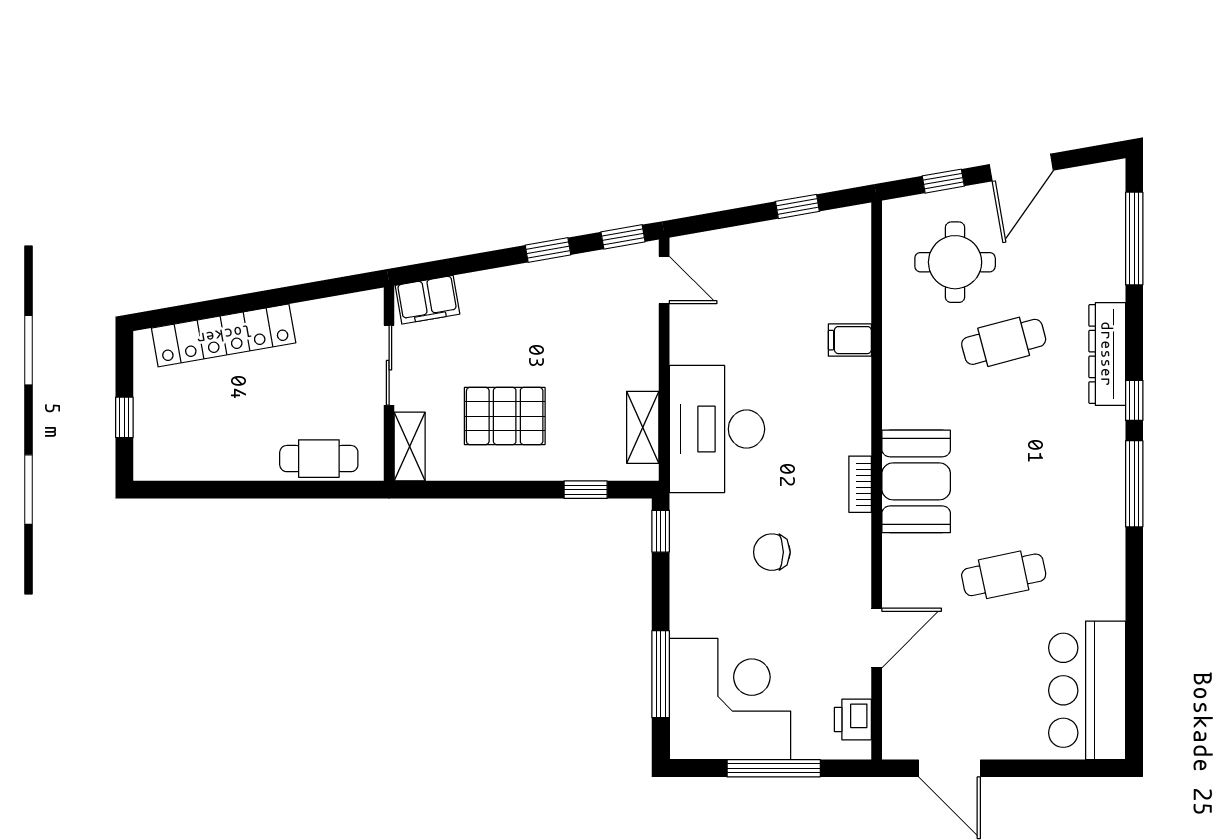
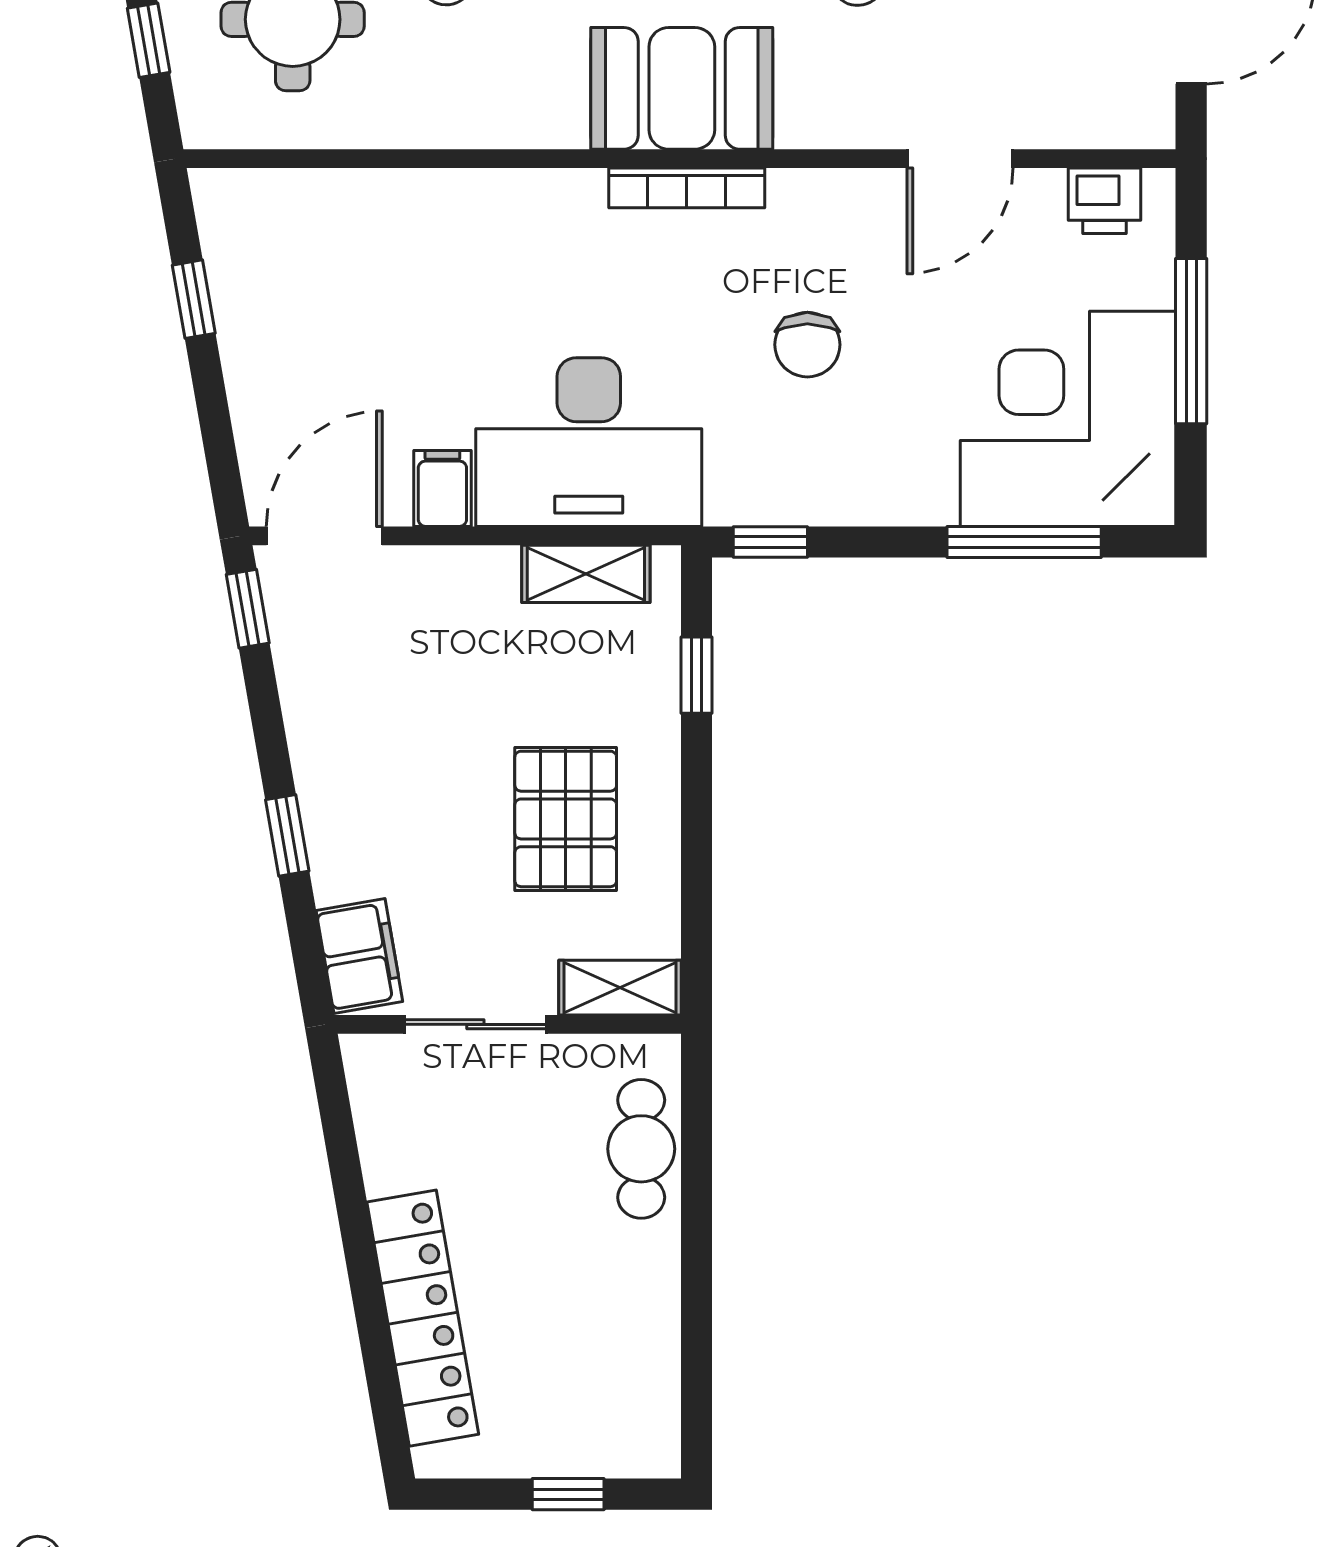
window: (548, 250) -> (287, 835), moved
door: (664, 280) -> (324, 536), width x1.38
filing cabinet: (850, 340) -> (442, 488), moved, turned 180
bookcase: (860, 484) -> (687, 188), width x1.56
door: (877, 638) -> (960, 159), swing flipped

